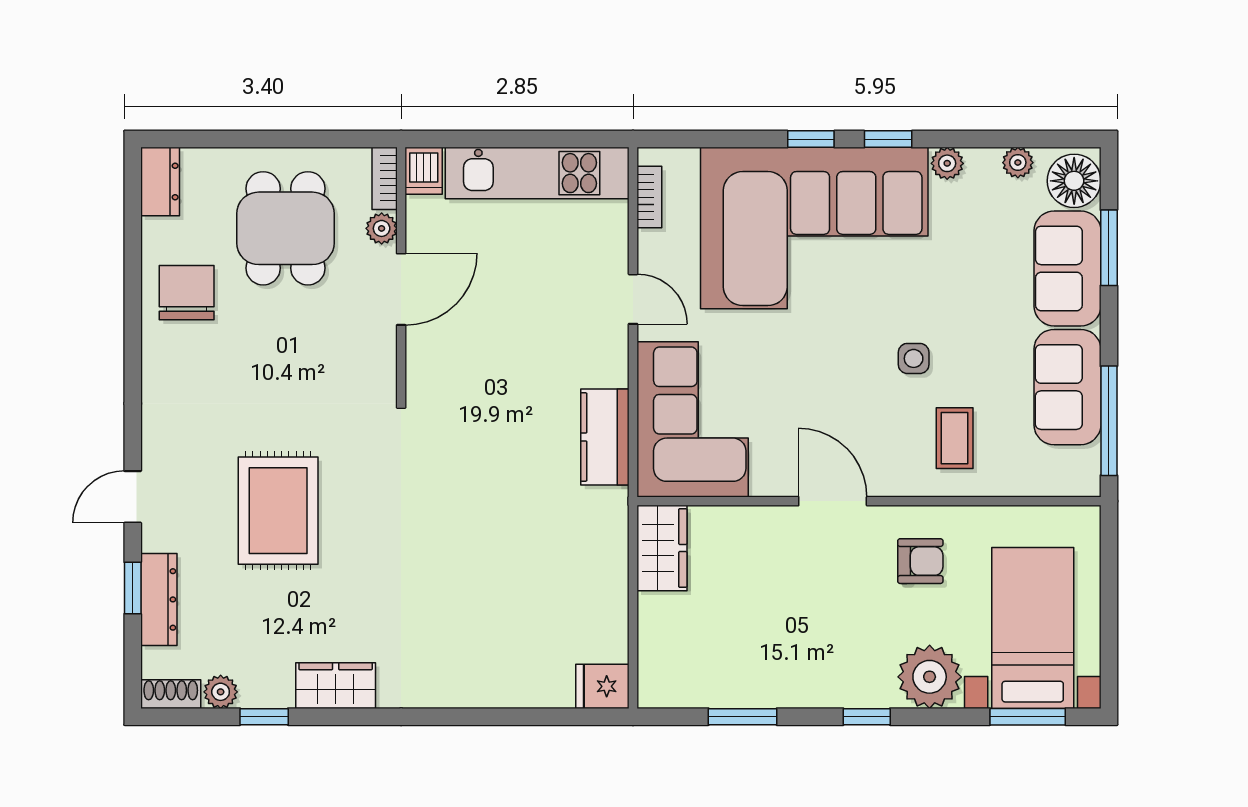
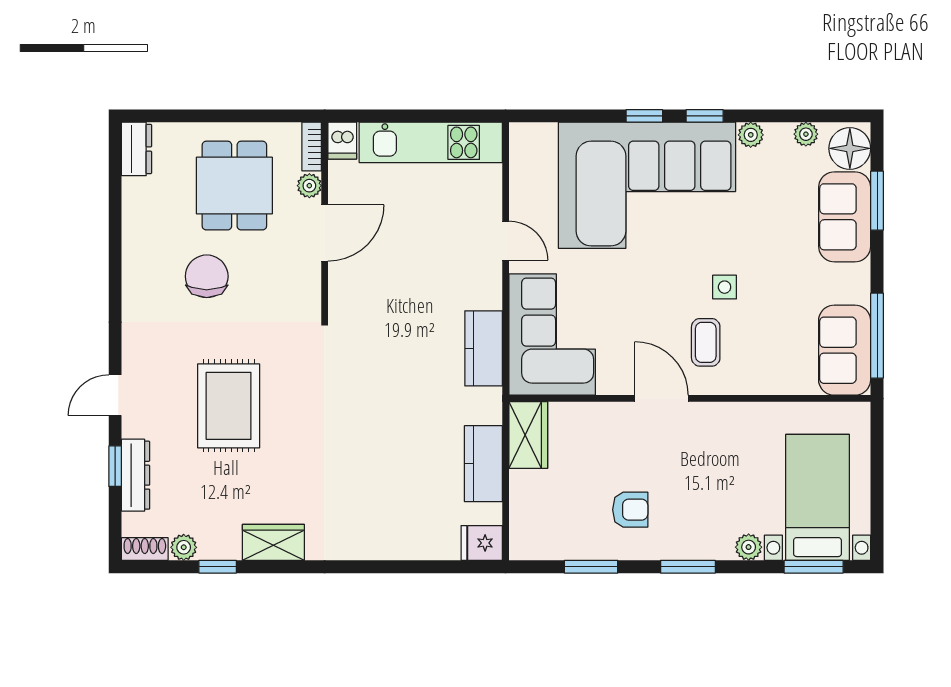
bookcase: (649, 197) -> (518, 161), removed
chair: (187, 293) -> (207, 276), moved
sofa: (1067, 387) -> (845, 350), moved
coffee table: (955, 438) -> (706, 342), moved
armchair: (920, 561) -> (630, 510), moved
kitchen counter: (605, 585) -> (483, 464), added
plant: (930, 677) -> (749, 547), width x0.53, depth x0.53
window: (867, 717) -> (688, 567), width x1.50

